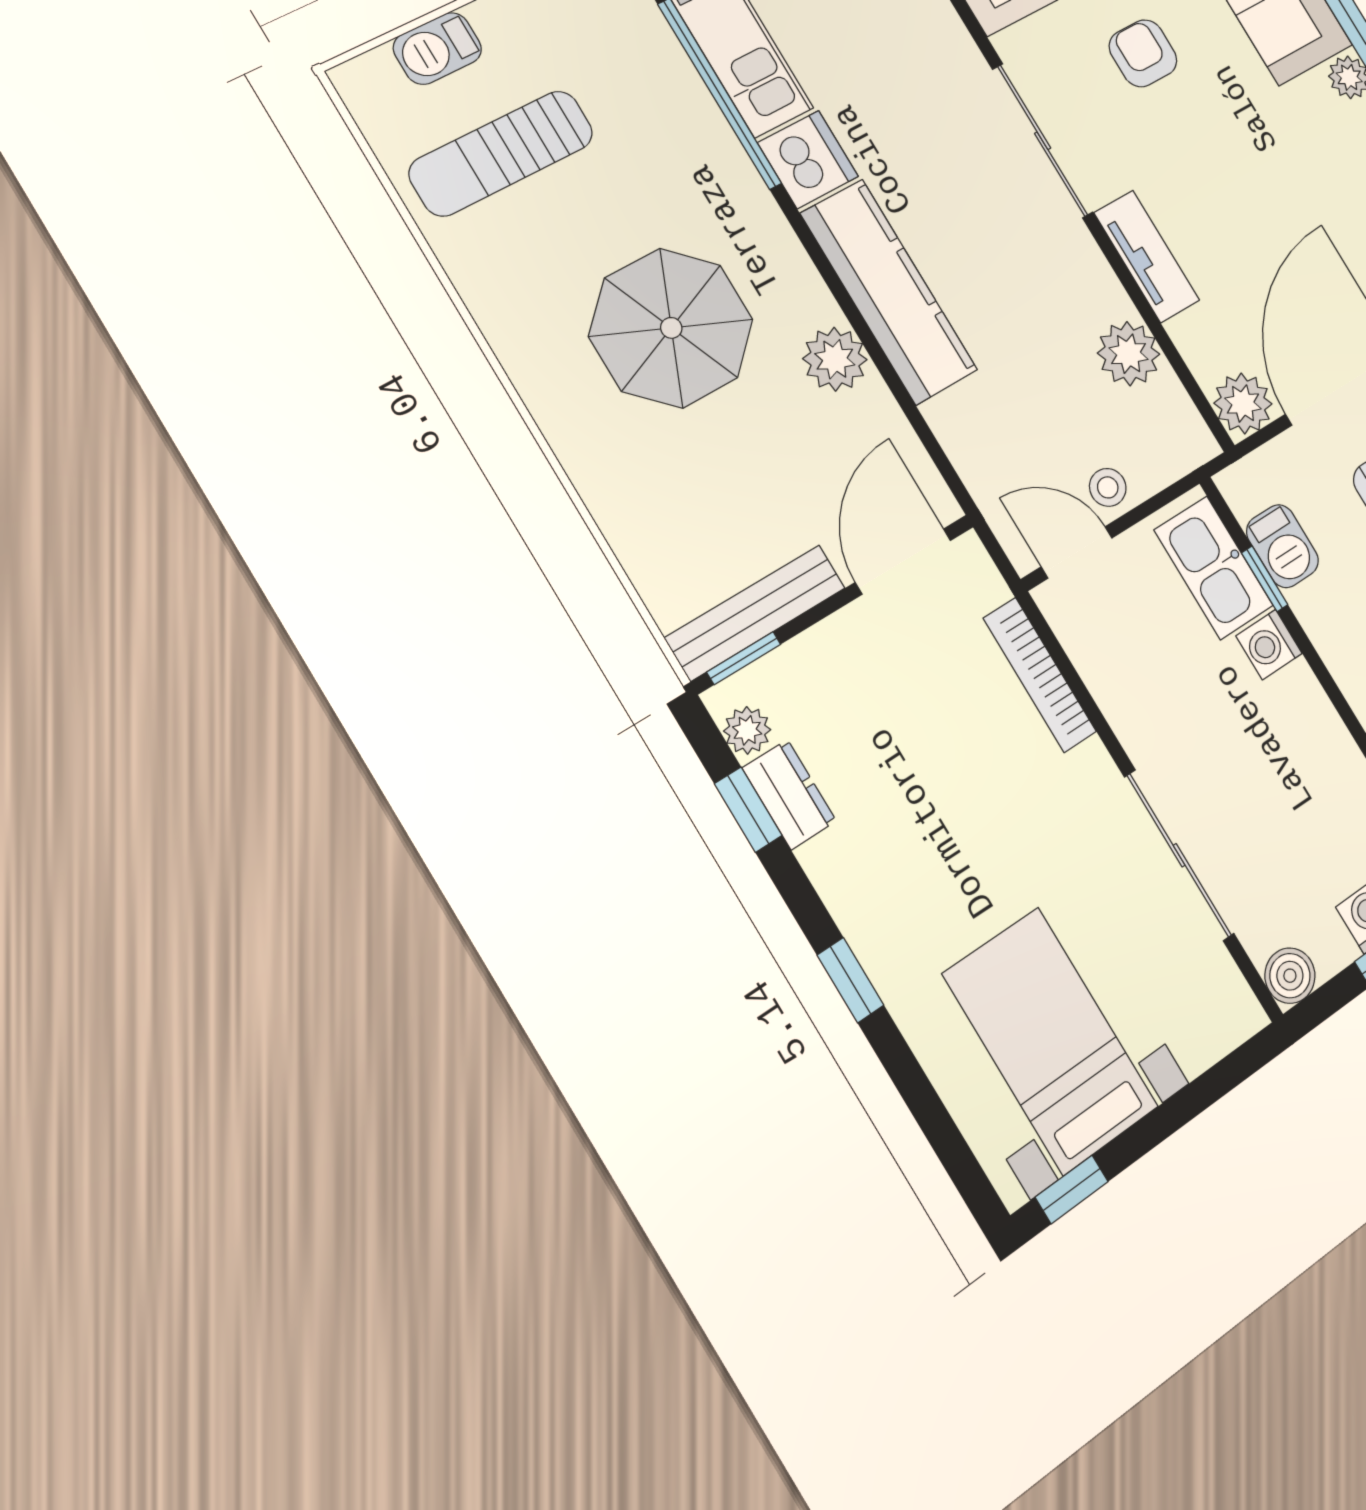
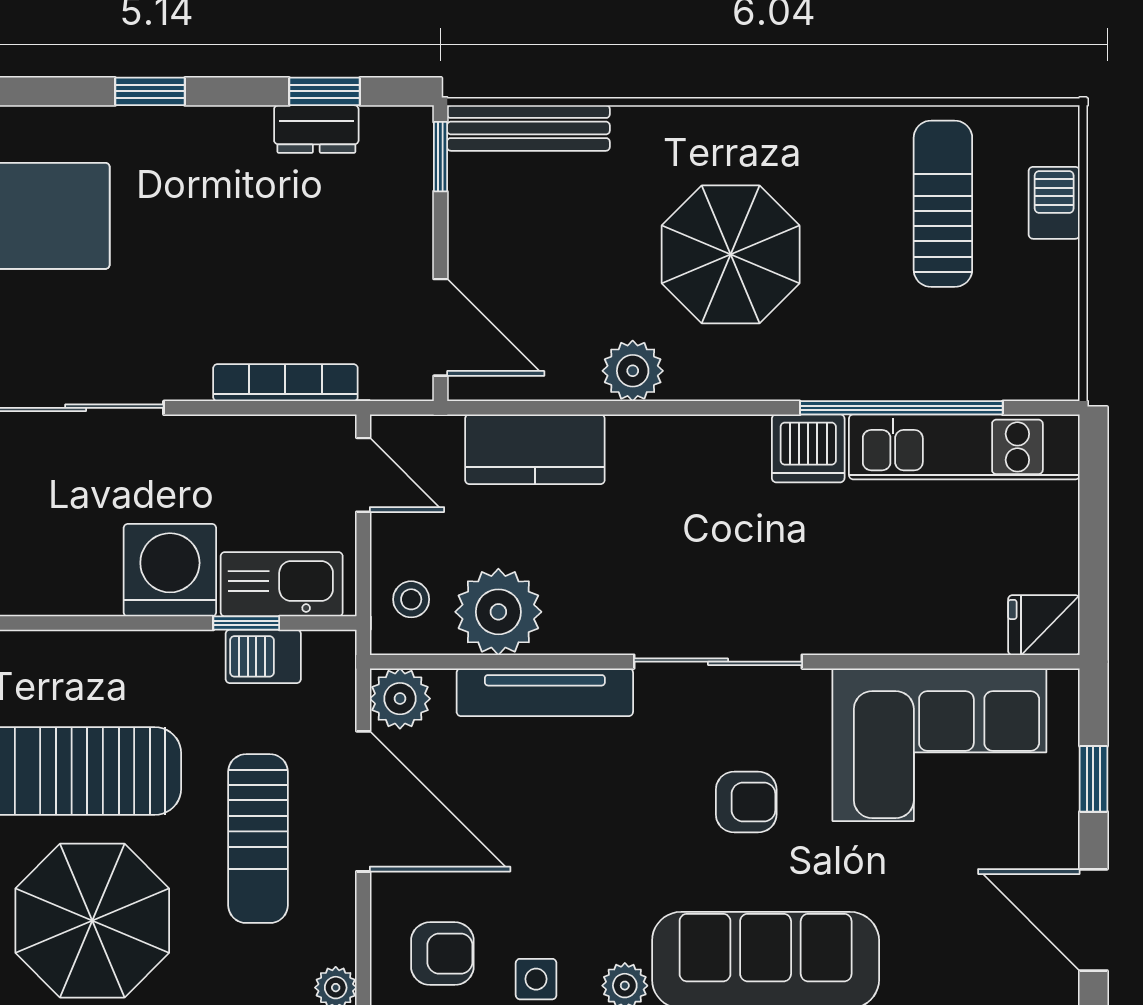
tv unit: (1147, 256) -> (545, 692), width x1.41
kitchen counter: (889, 292) -> (535, 449), moved, width x0.67
plant: (1129, 354) -> (498, 612), width x1.36, depth x1.36
stool: (1108, 487) -> (411, 599), moved
door: (1077, 552) -> (363, 475), hinge flipped
bench: (755, 613) -> (528, 128), moved, turned 90
washing machine: (1269, 645) -> (170, 570), width x1.89, depth x1.89
plant: (747, 730) -> (384, 126), removed

